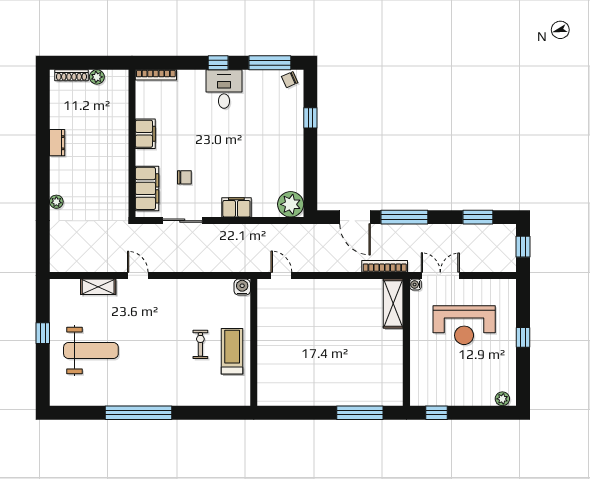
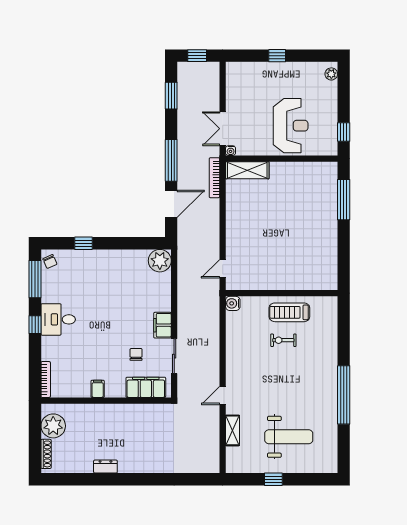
plant: (97, 77) -> (53, 426), width x1.88, depth x1.88
filing cabinet: (145, 134) -> (98, 389), width x0.50
plant: (56, 202) -> (158, 467), removed
filing cabinet: (236, 207) -> (163, 325), moved
reception desk: (464, 325) -> (291, 126), moved
weight bench: (91, 351) -> (289, 437), turned 90

